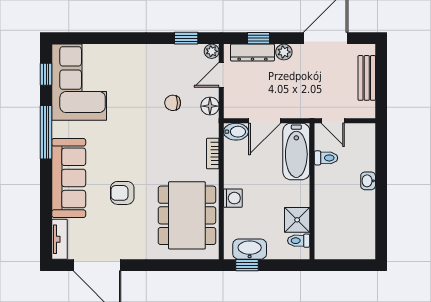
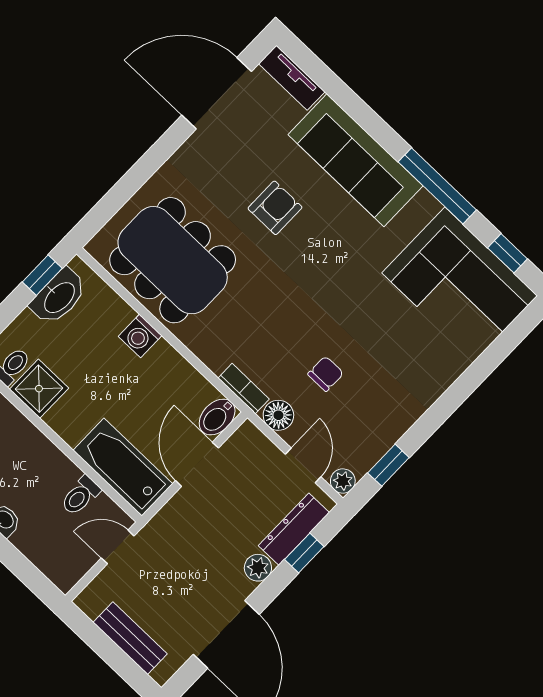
bookcase: (213, 154) -> (244, 389), moved

